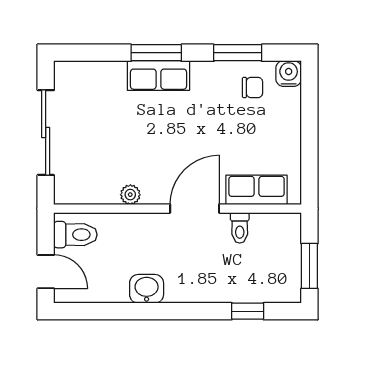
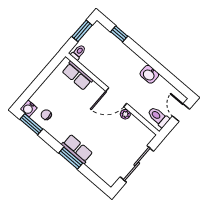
window: (238, 53) -> (31, 124), moved
door: (195, 209) -> (116, 97), moved
toilet: (240, 228) -> (78, 52), moved

